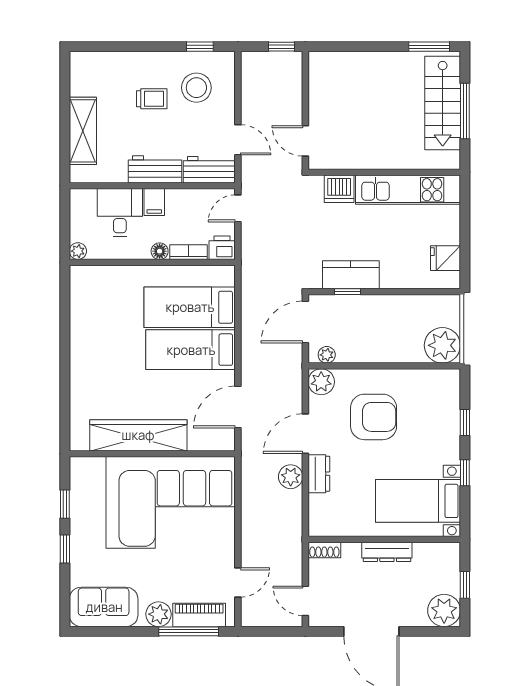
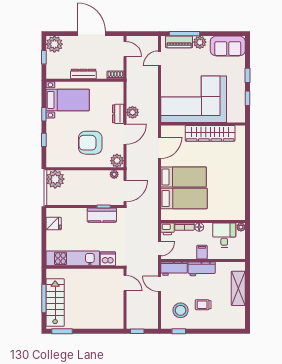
desk: (120, 213) -> (224, 235), moved, turned 180

